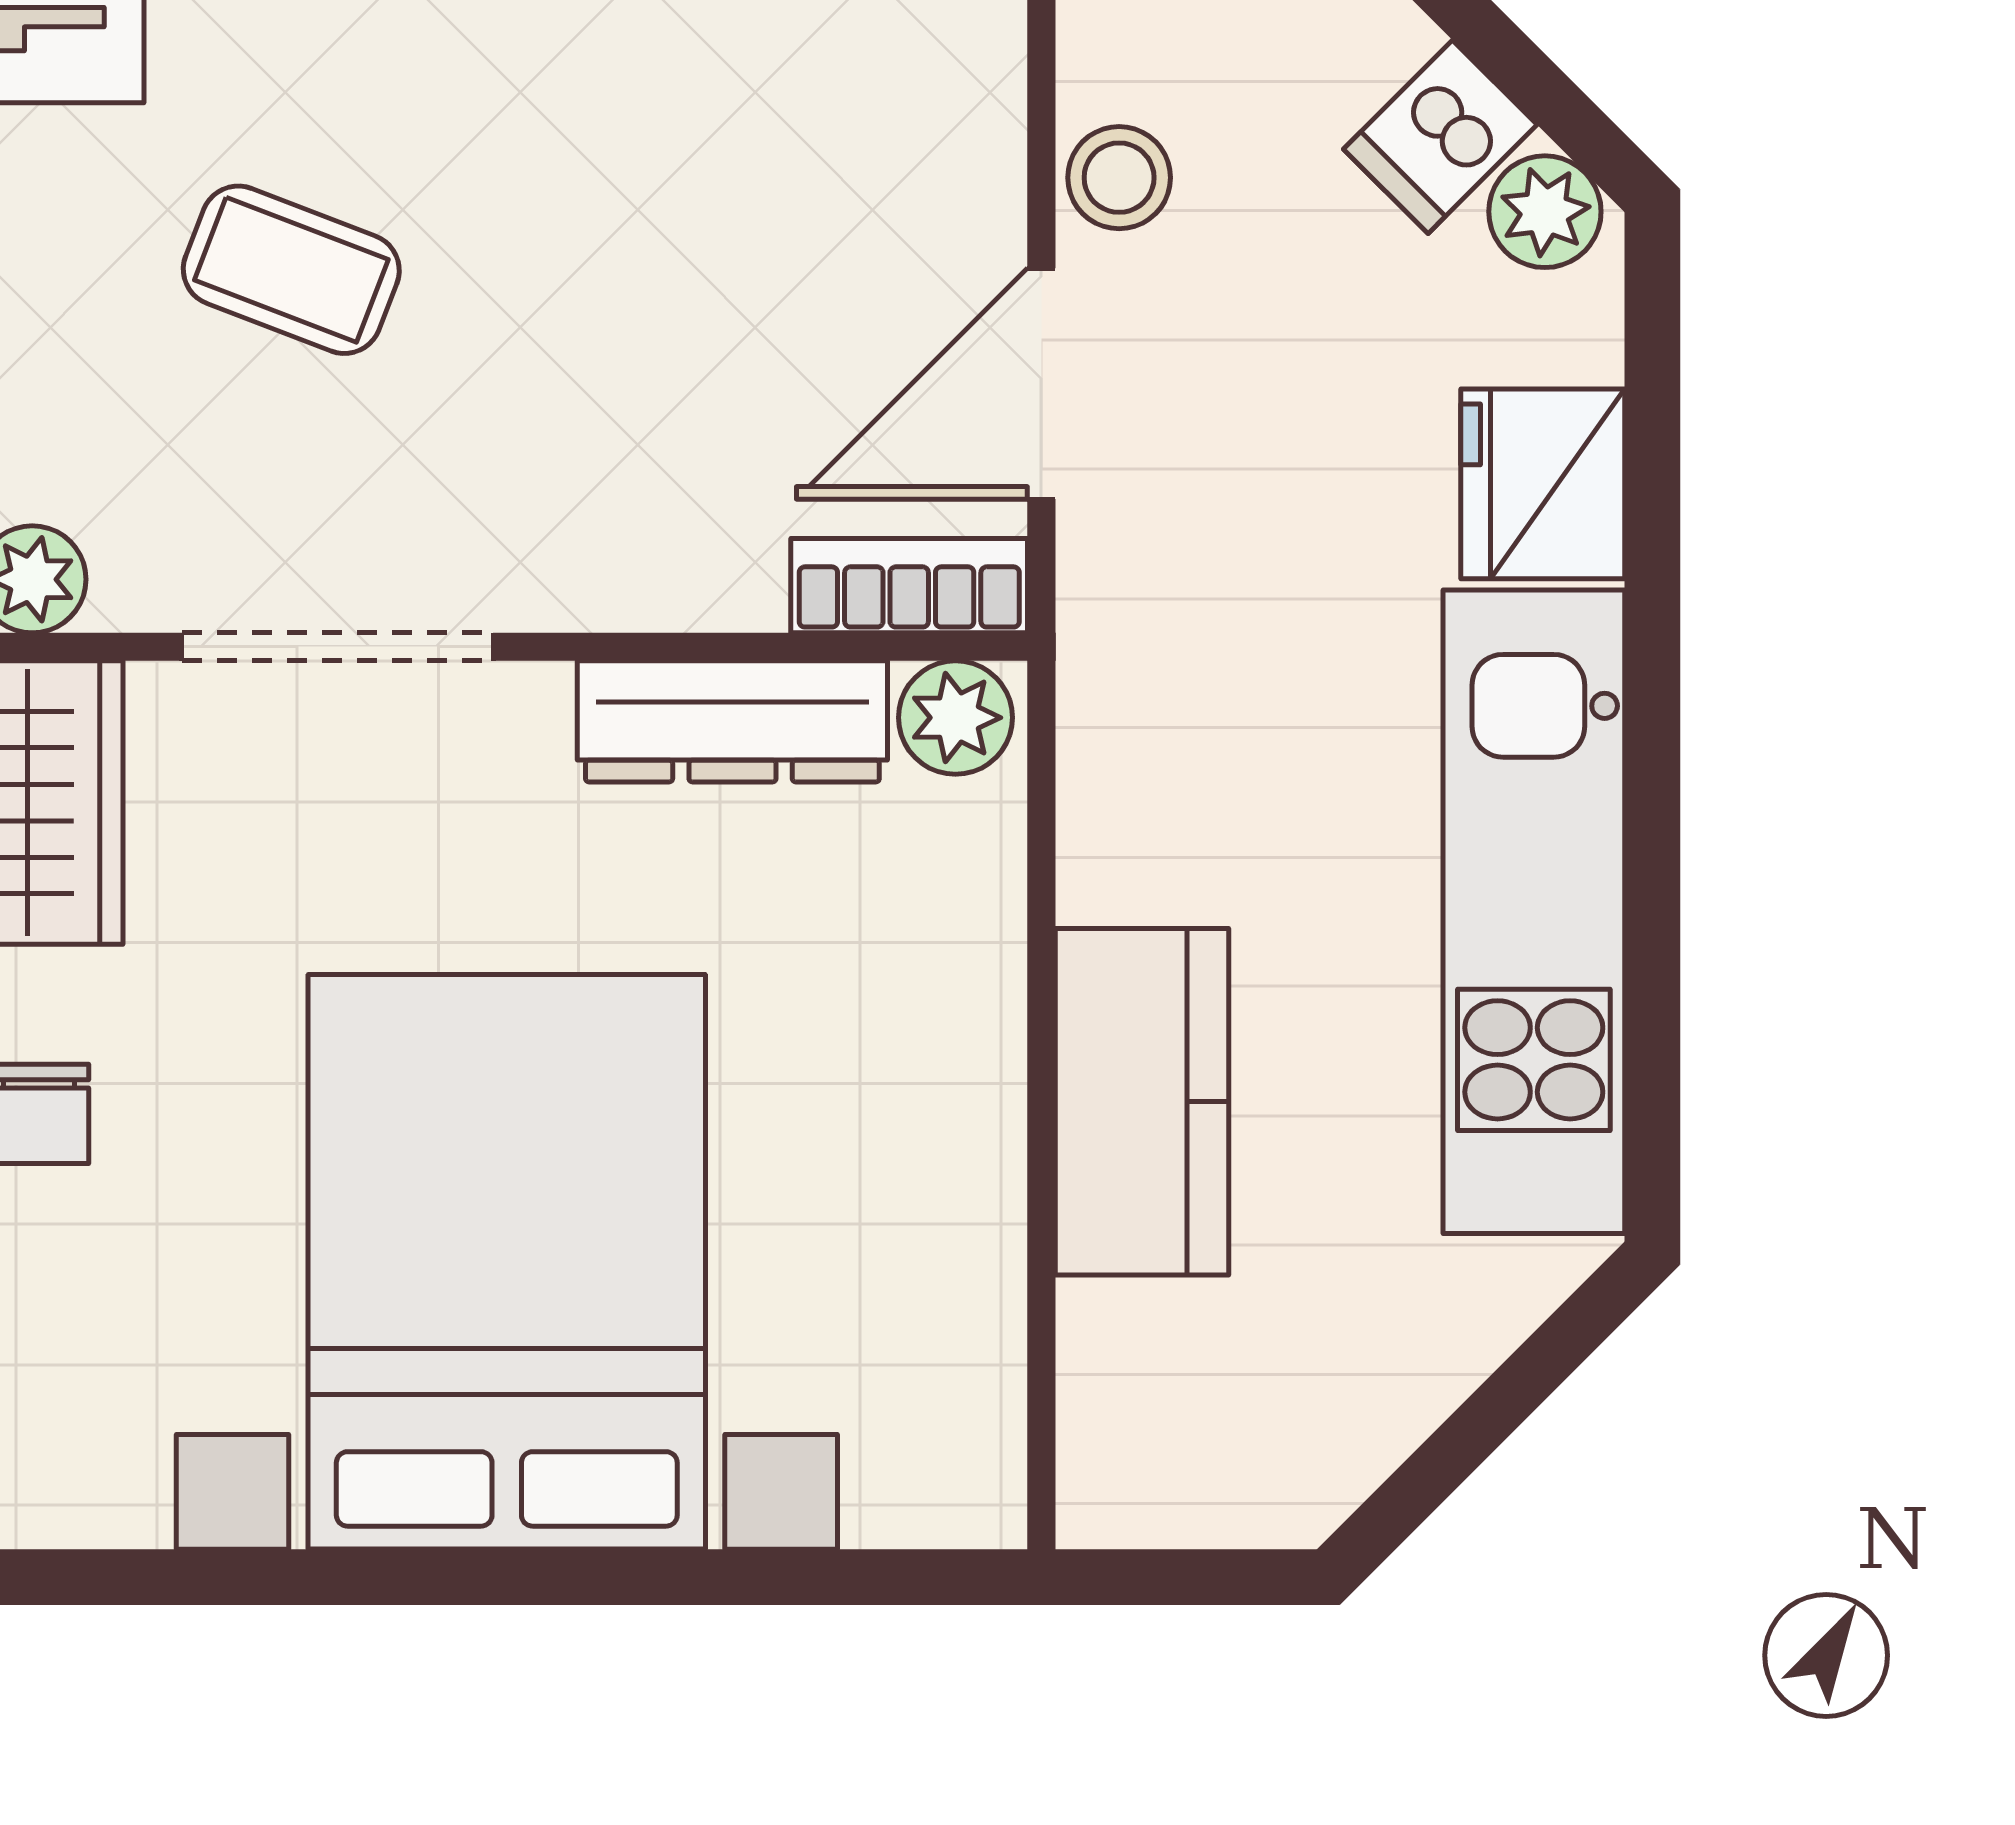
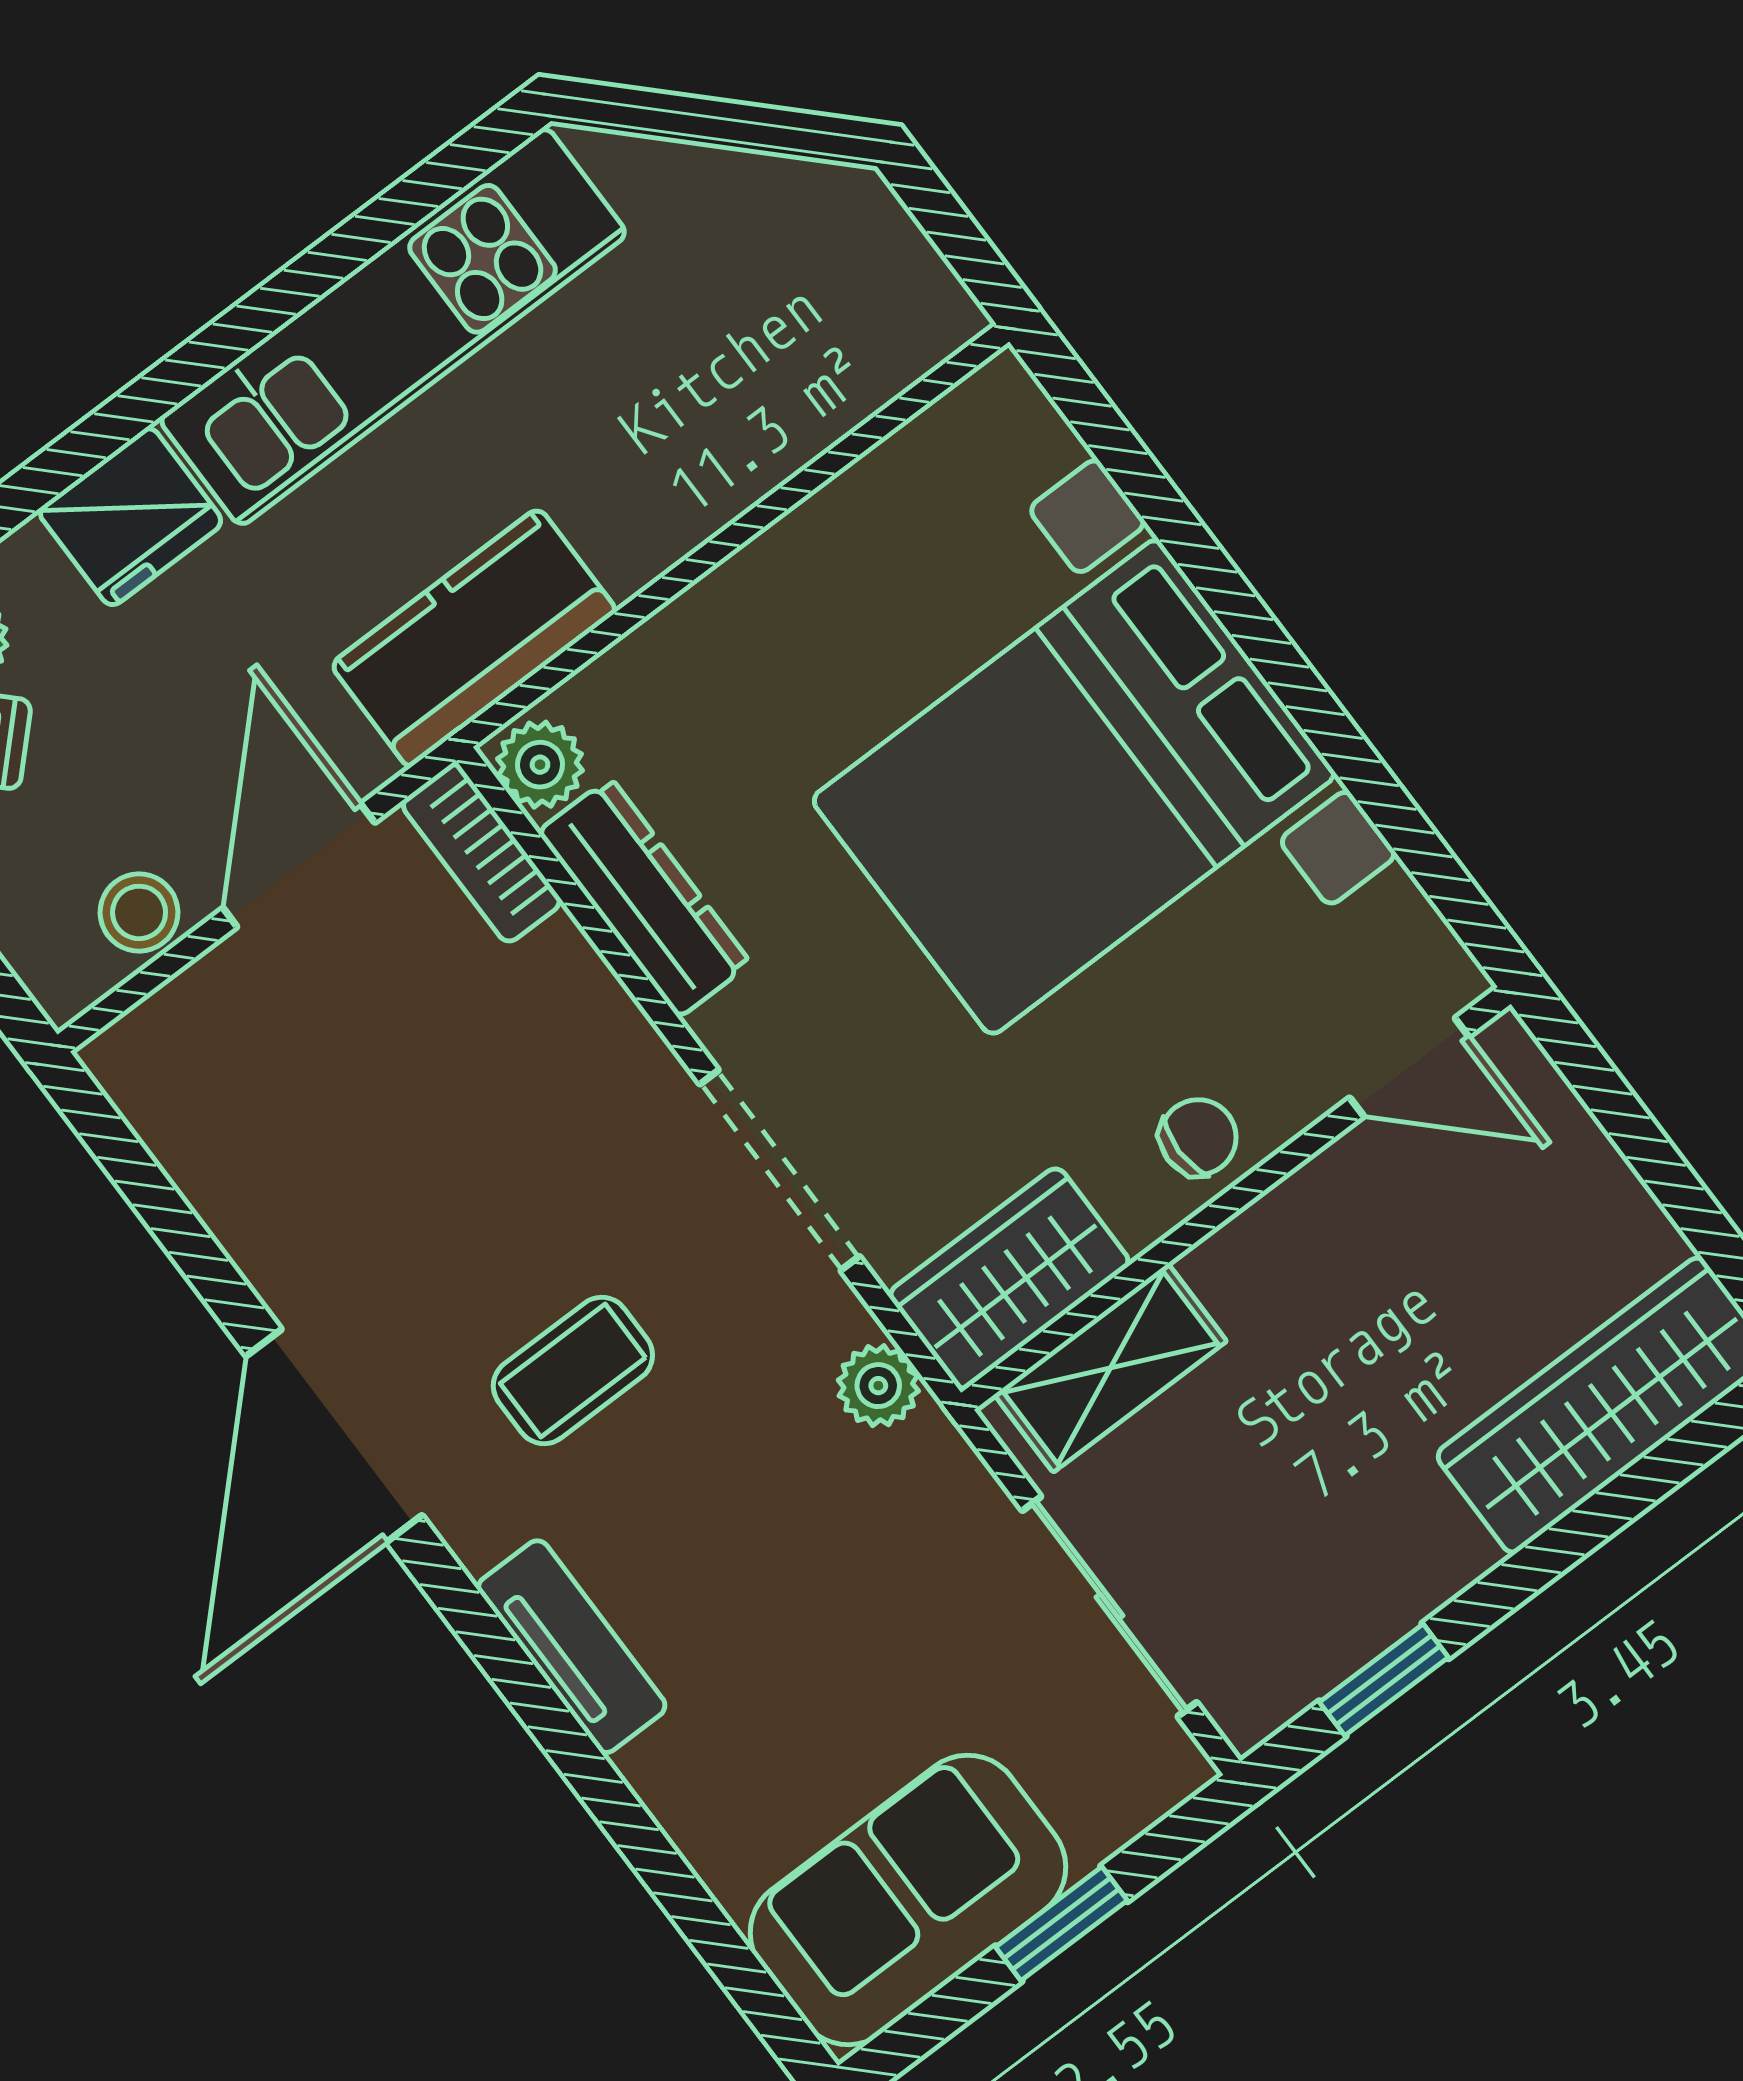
coffee table: (291, 270) -> (573, 1370), turned 69
door: (1041, 384) -> (299, 865), swing flipped
kitchen counter: (1142, 1102) -> (474, 638), moved

